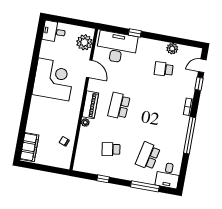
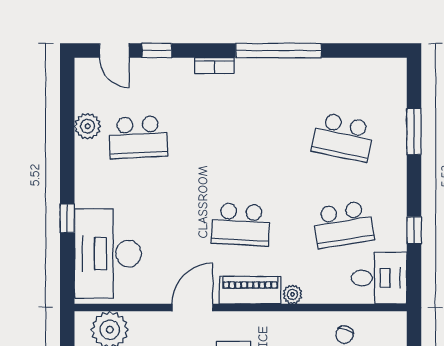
door: (89, 69) -> (192, 308), moved
school desk: (164, 69) -> (138, 137), width x1.85
school desk: (111, 149) -> (343, 224), width x1.85
desk: (168, 175) -> (379, 278), moved
window: (145, 186) -> (414, 131), width x0.69

